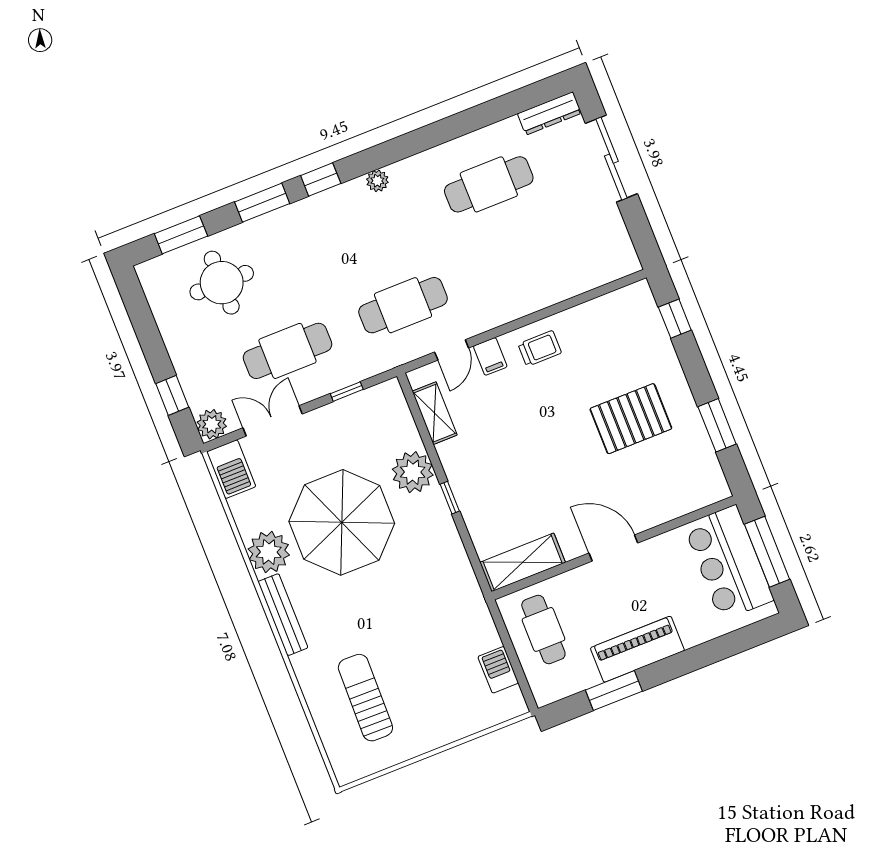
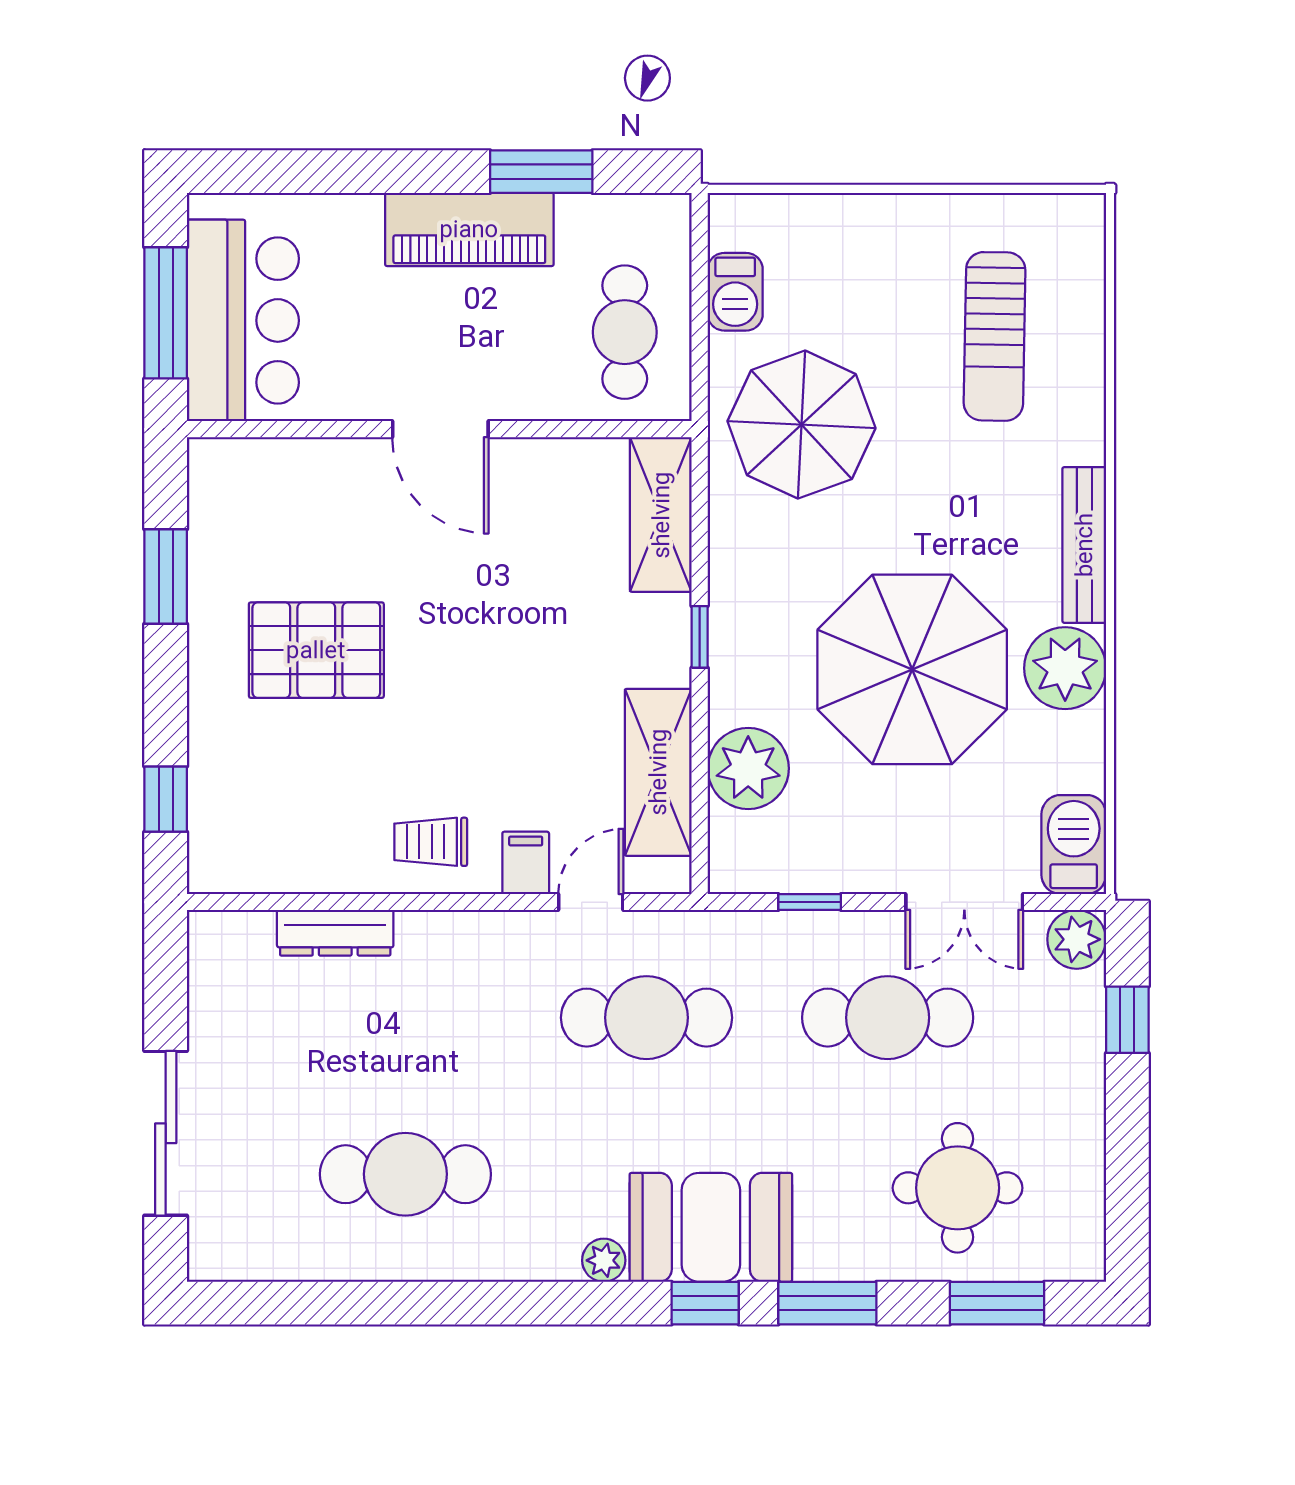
dresser: (549, 113) -> (335, 933), moved, turned 180
booth: (332, 217) -> (711, 1227), added
shelving: (435, 413) -> (658, 772), width x1.50, depth x1.33
plant: (413, 472) -> (748, 768), moved
shelving: (523, 562) -> (661, 515), moved, turned 90
parasol: (441, 619) -> (801, 425), added

